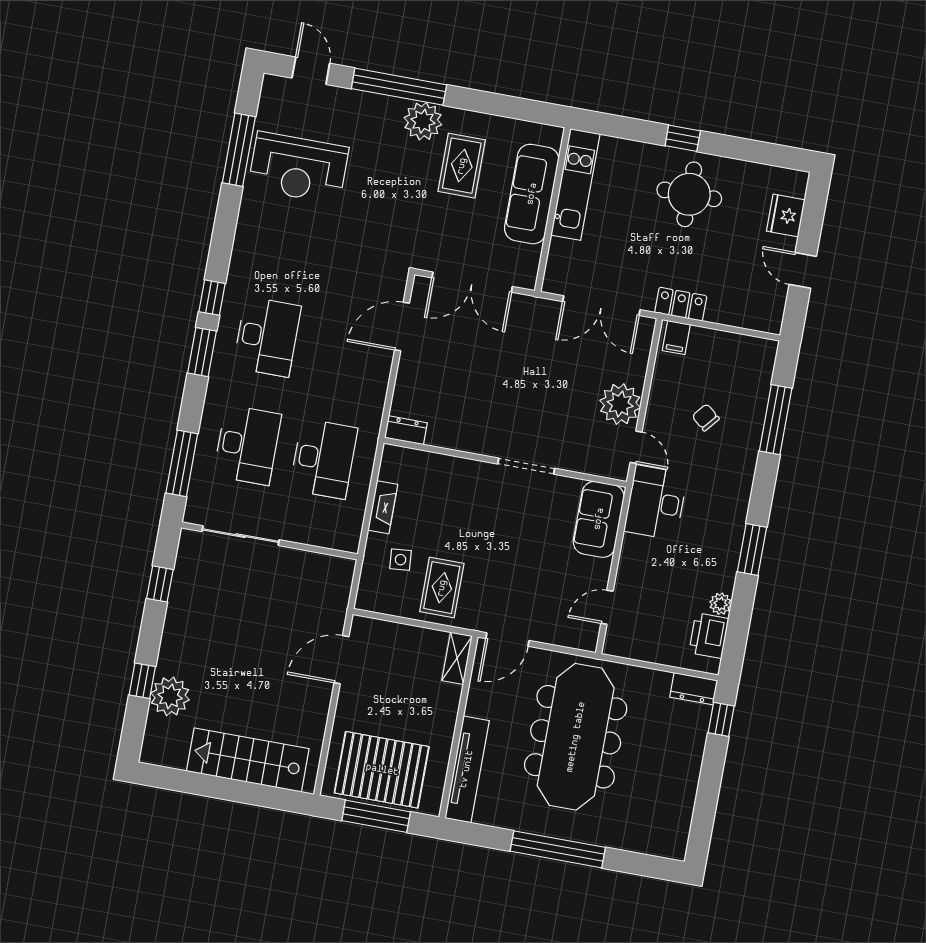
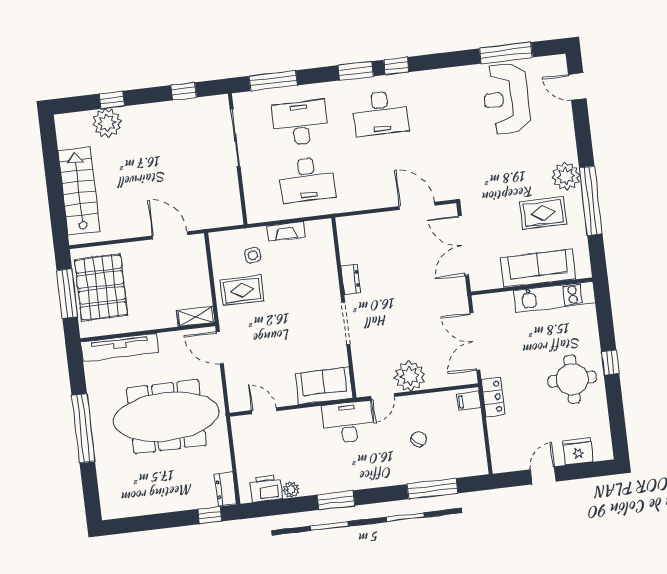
door: (311, 71) -> (577, 86), swing flipped
window: (399, 87) -> (591, 201), moved
dresser: (406, 430) -> (351, 279), moved
desk: (247, 445) -> (300, 123), turned 180

